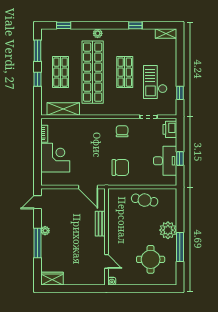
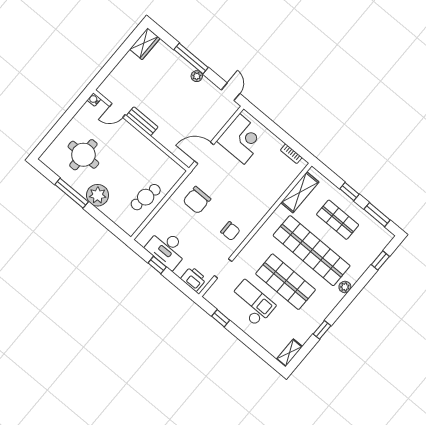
shop shelf: (125, 72) -> (286, 282), width x1.43, depth x1.36
corner desk: (55, 158) -> (242, 139), moved, turned -90
bench: (100, 224) -> (142, 121), moved

